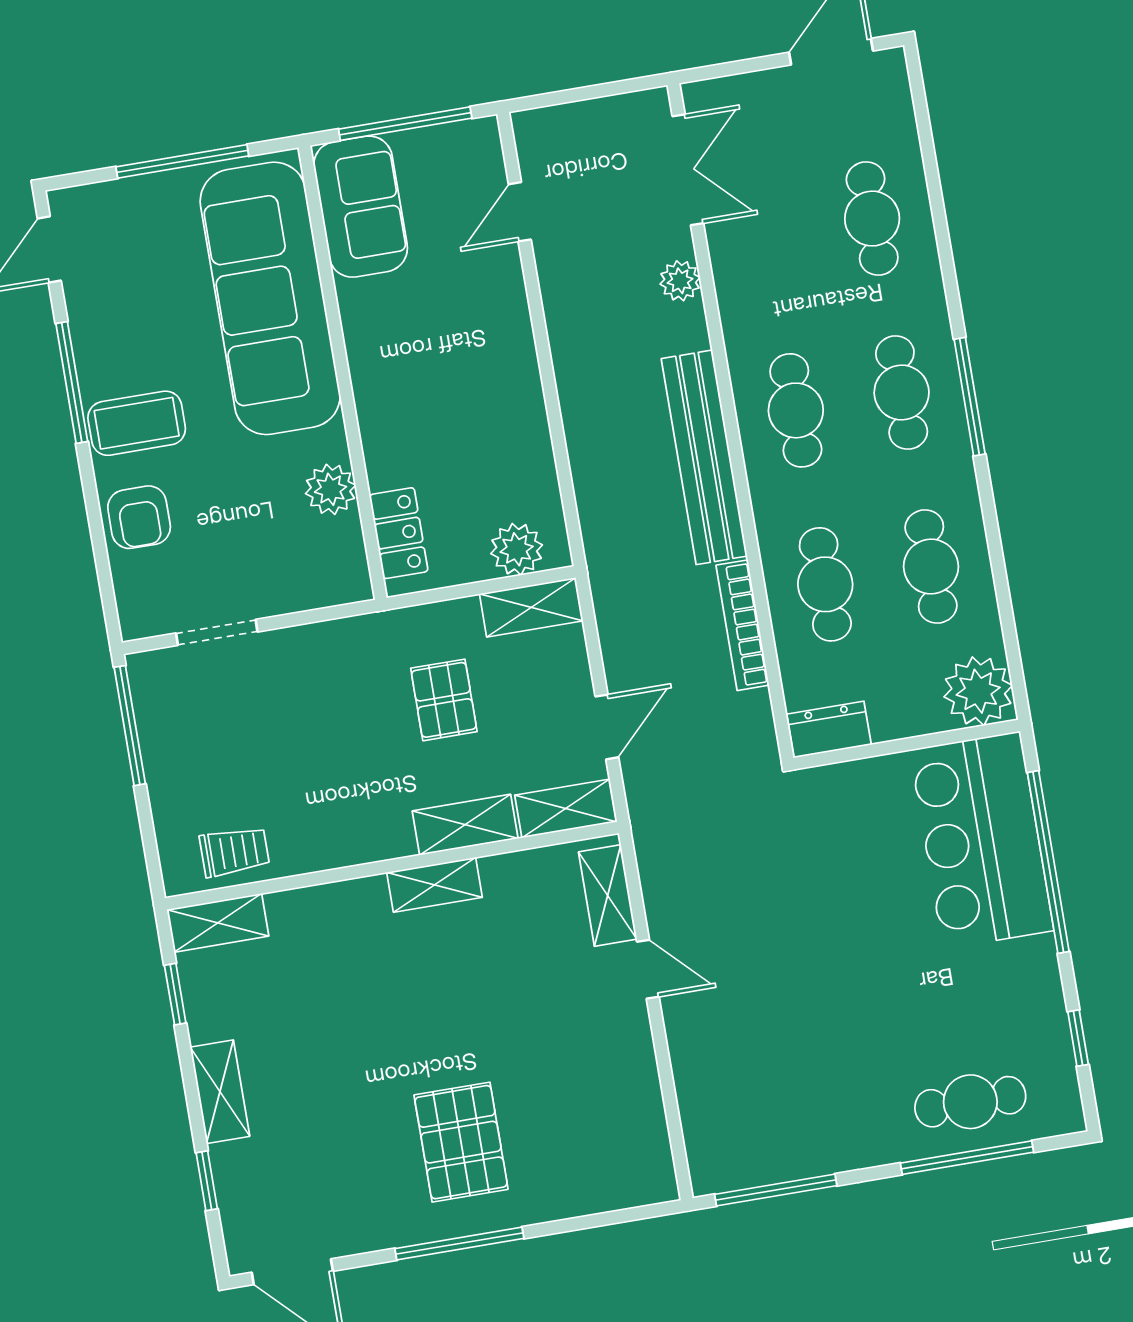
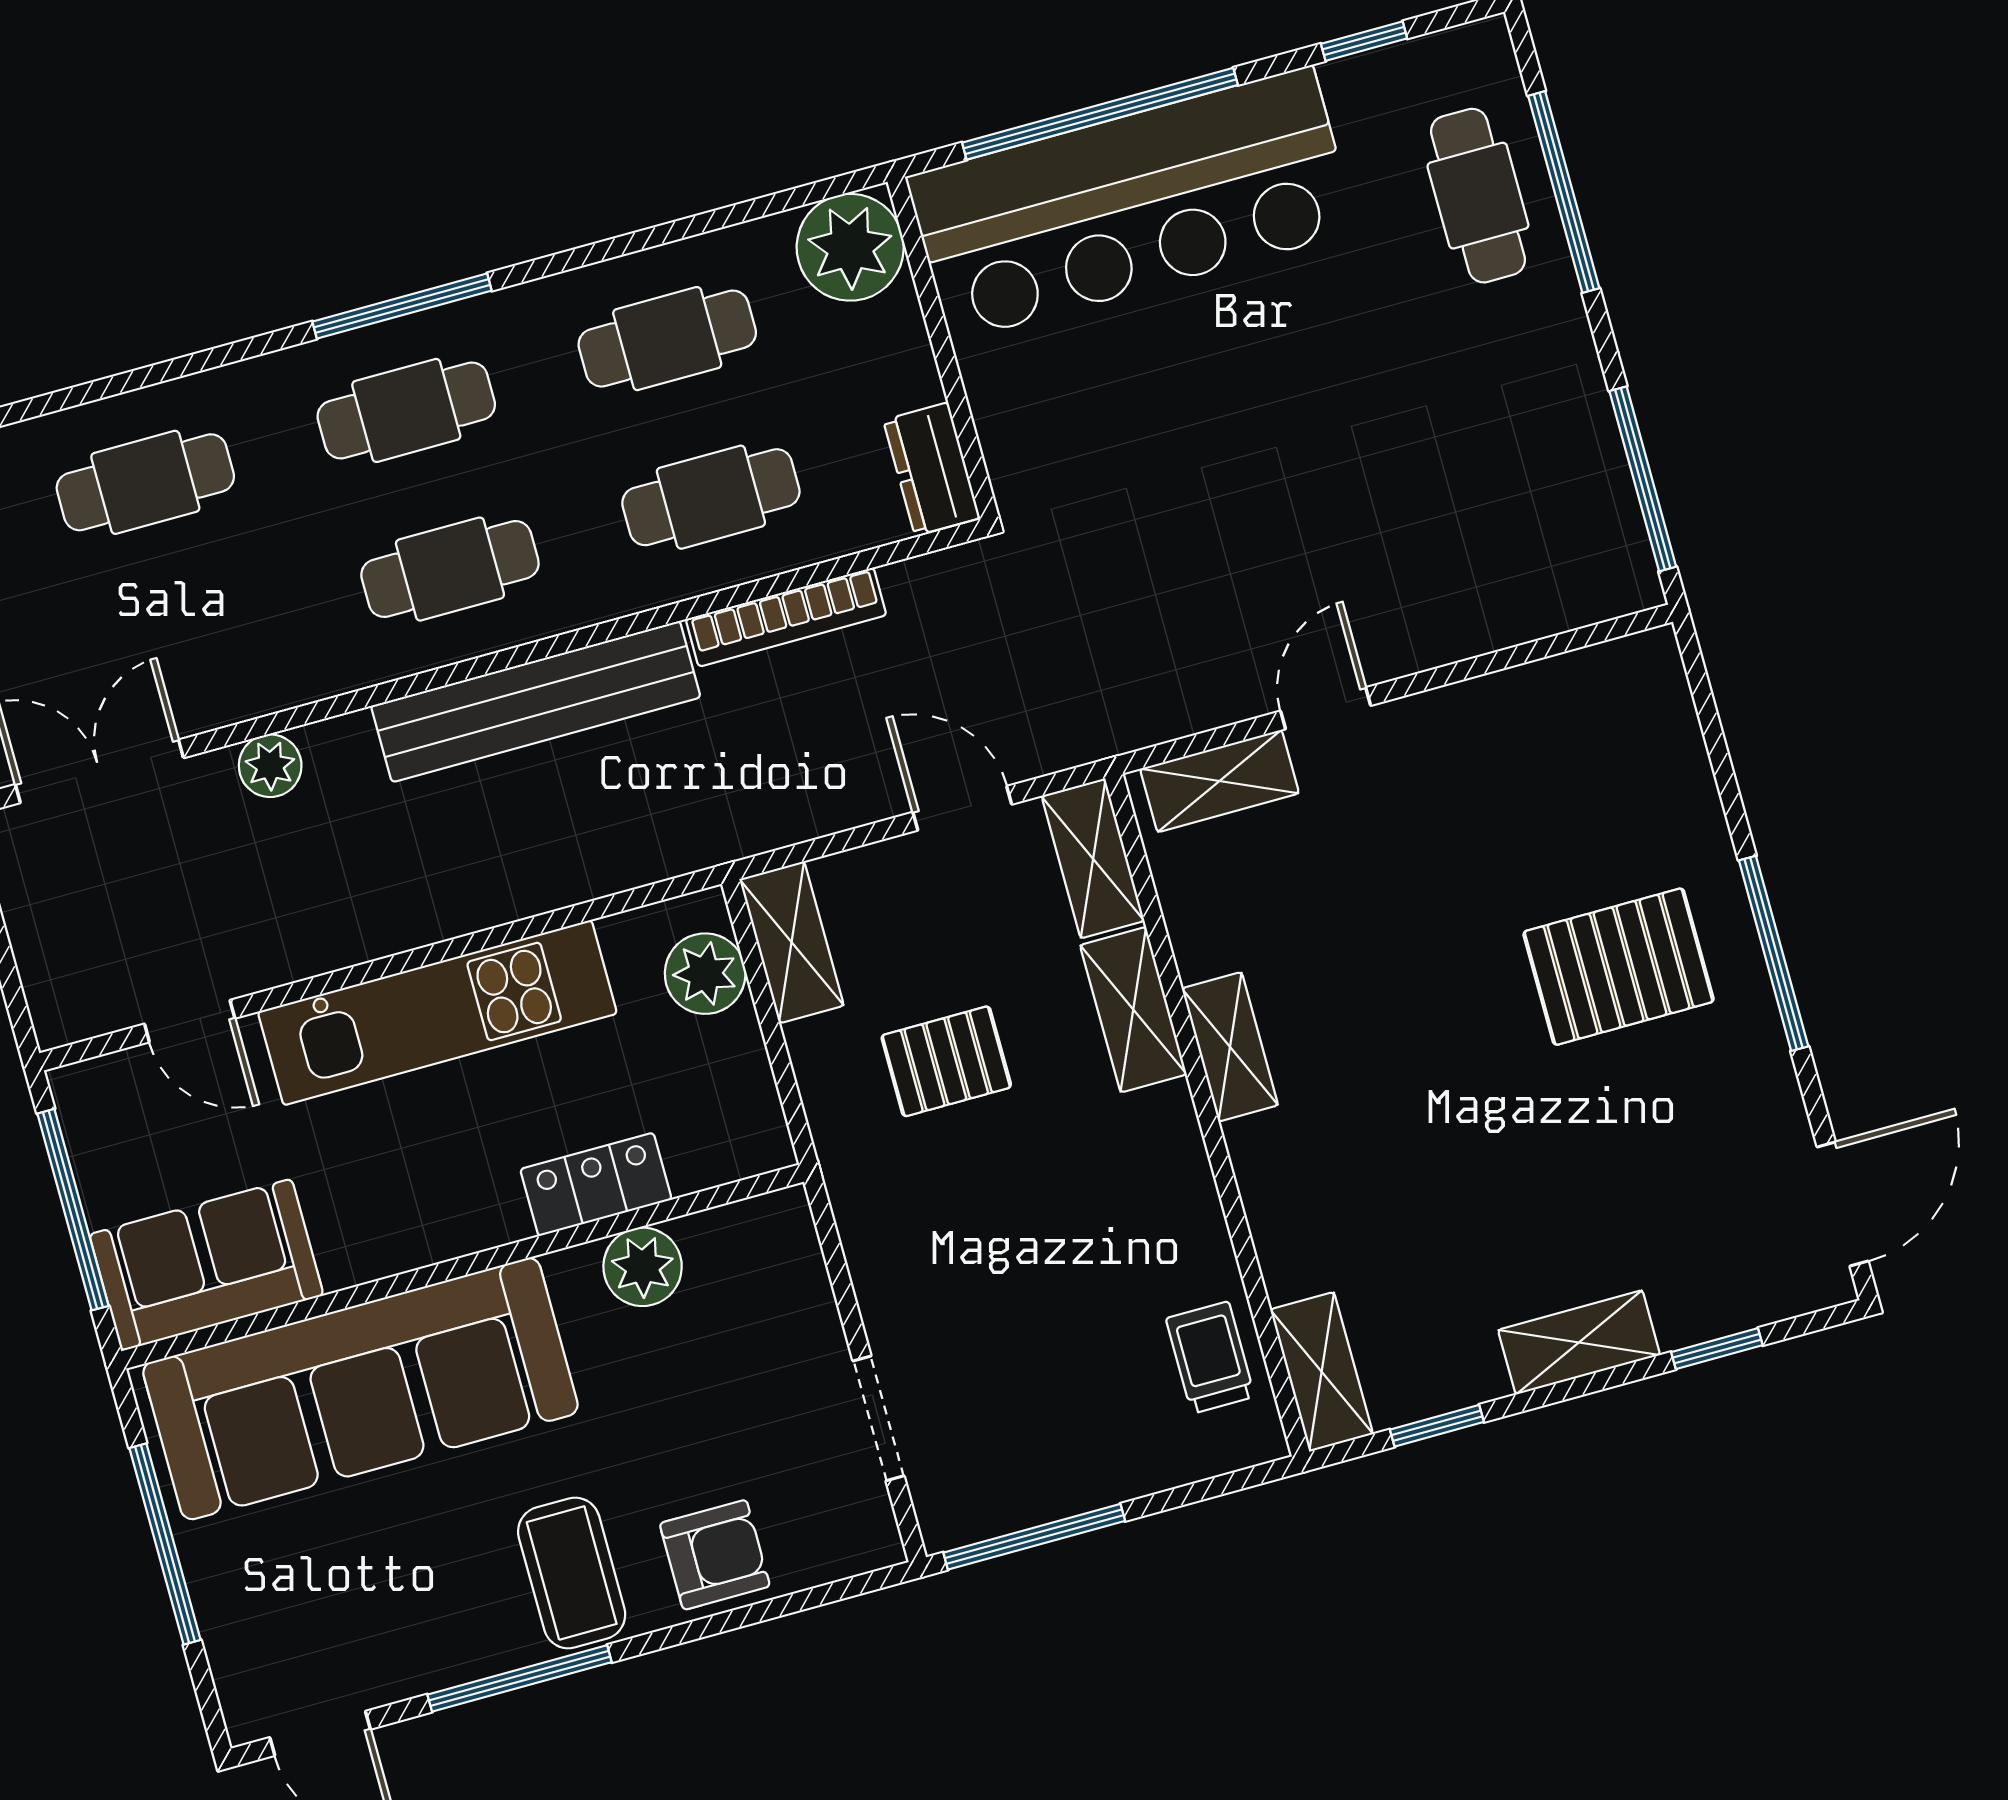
kitchen unit: (509, 373) -> (437, 1013), added
locker: (399, 533) -> (596, 1184), moved
bar counter: (982, 840) -> (1132, 204), width x1.36

